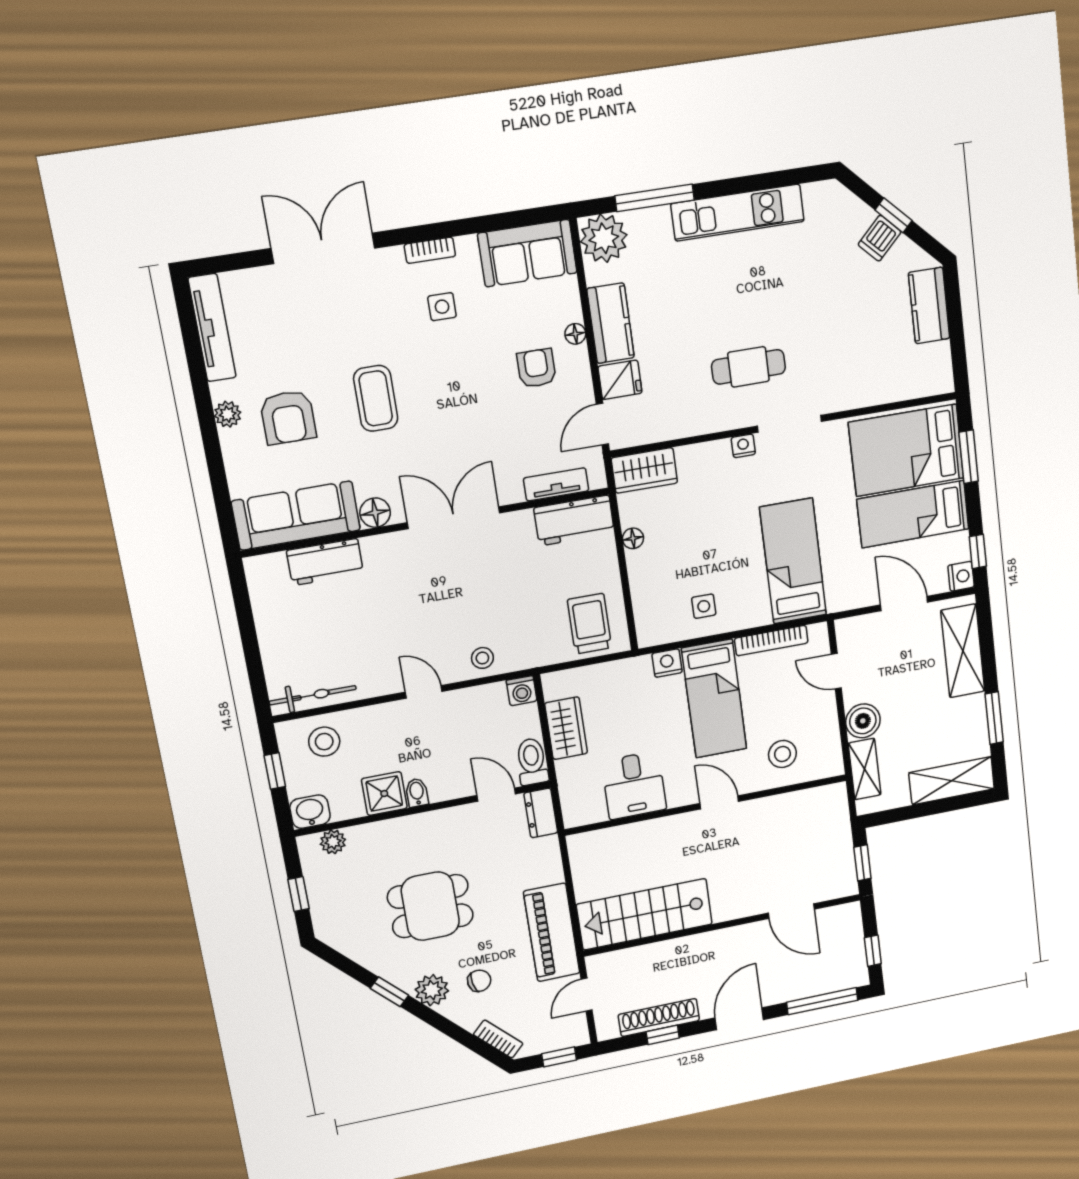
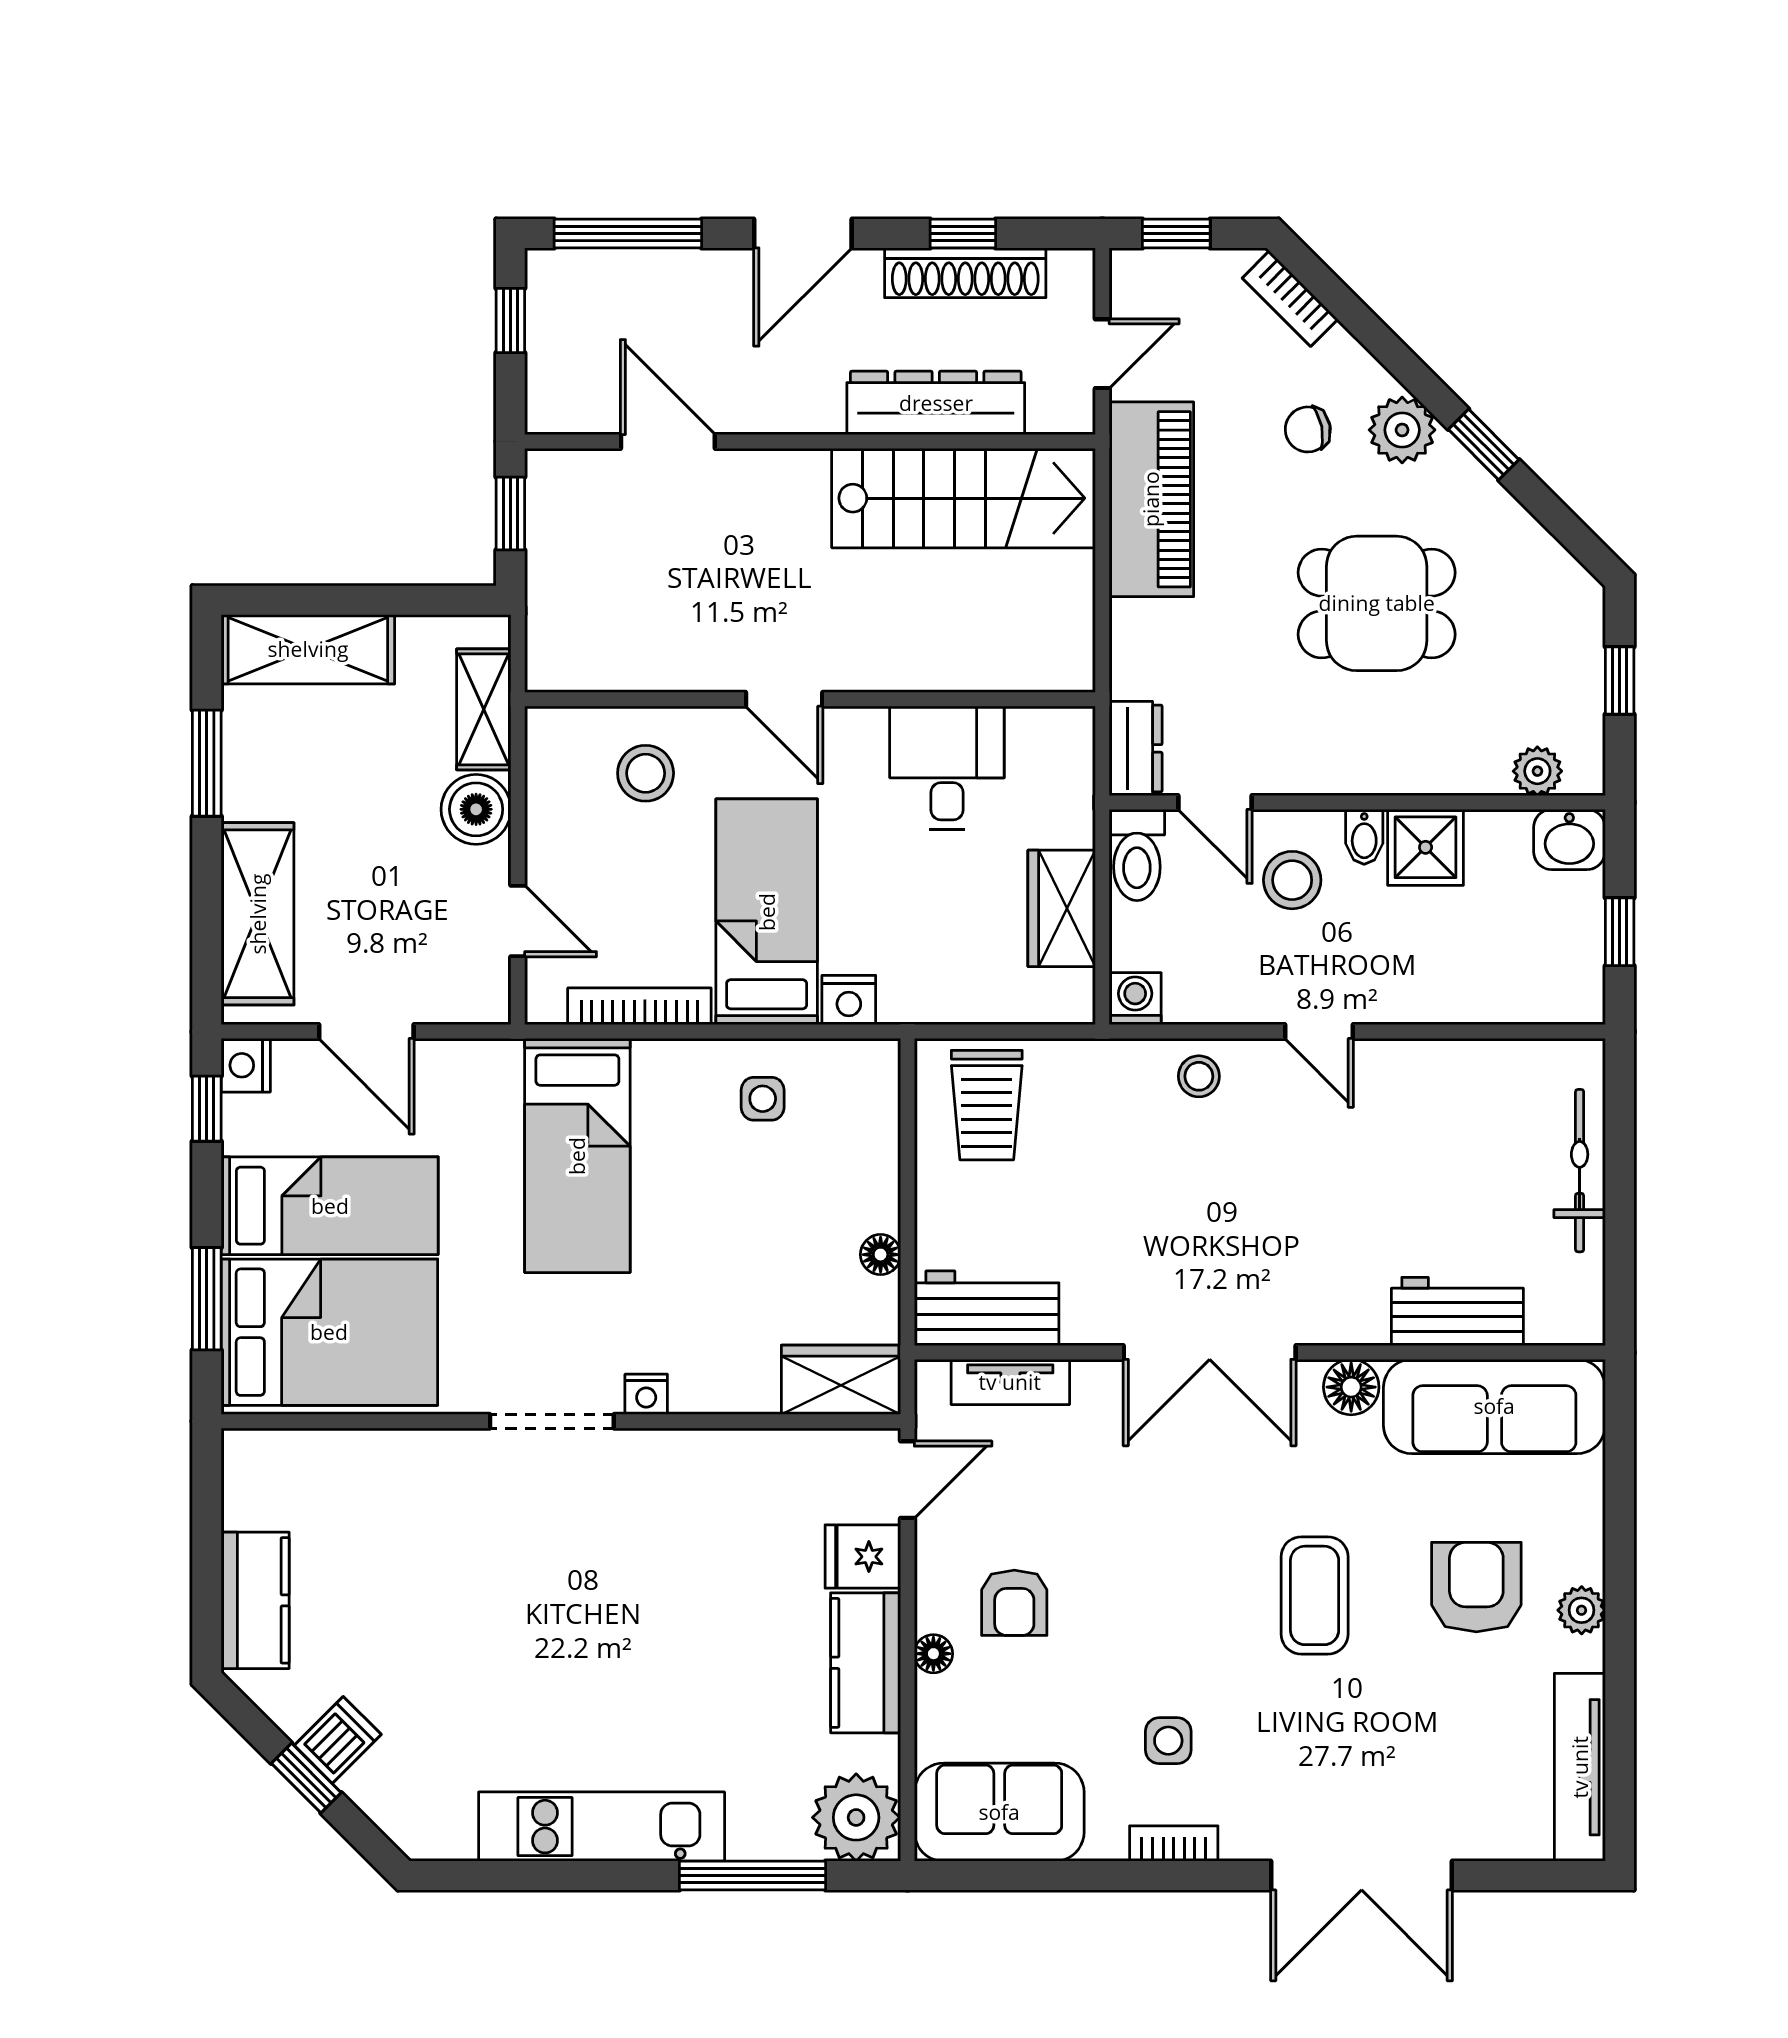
cafe table: (748, 367) -> (617, 1541), removed
bicycle: (313, 695) -> (1580, 1171), moved, turned 90
stool: (324, 742) -> (1292, 880), moved
dresser: (665, 955) -> (936, 403), added

